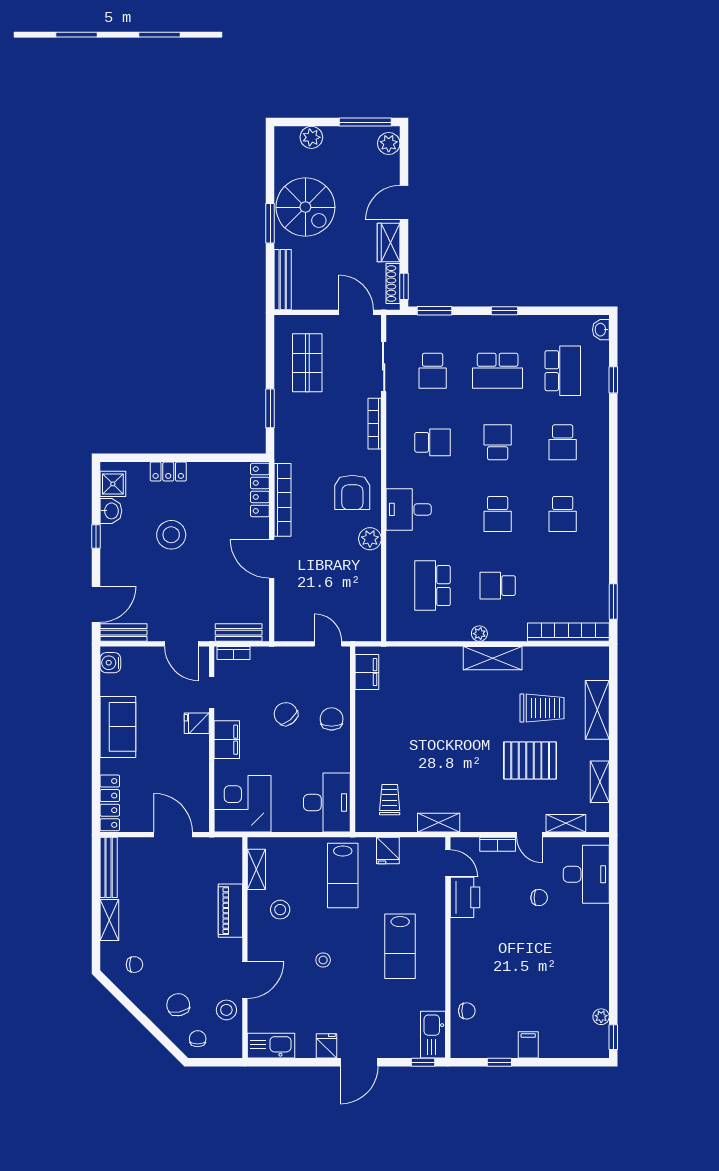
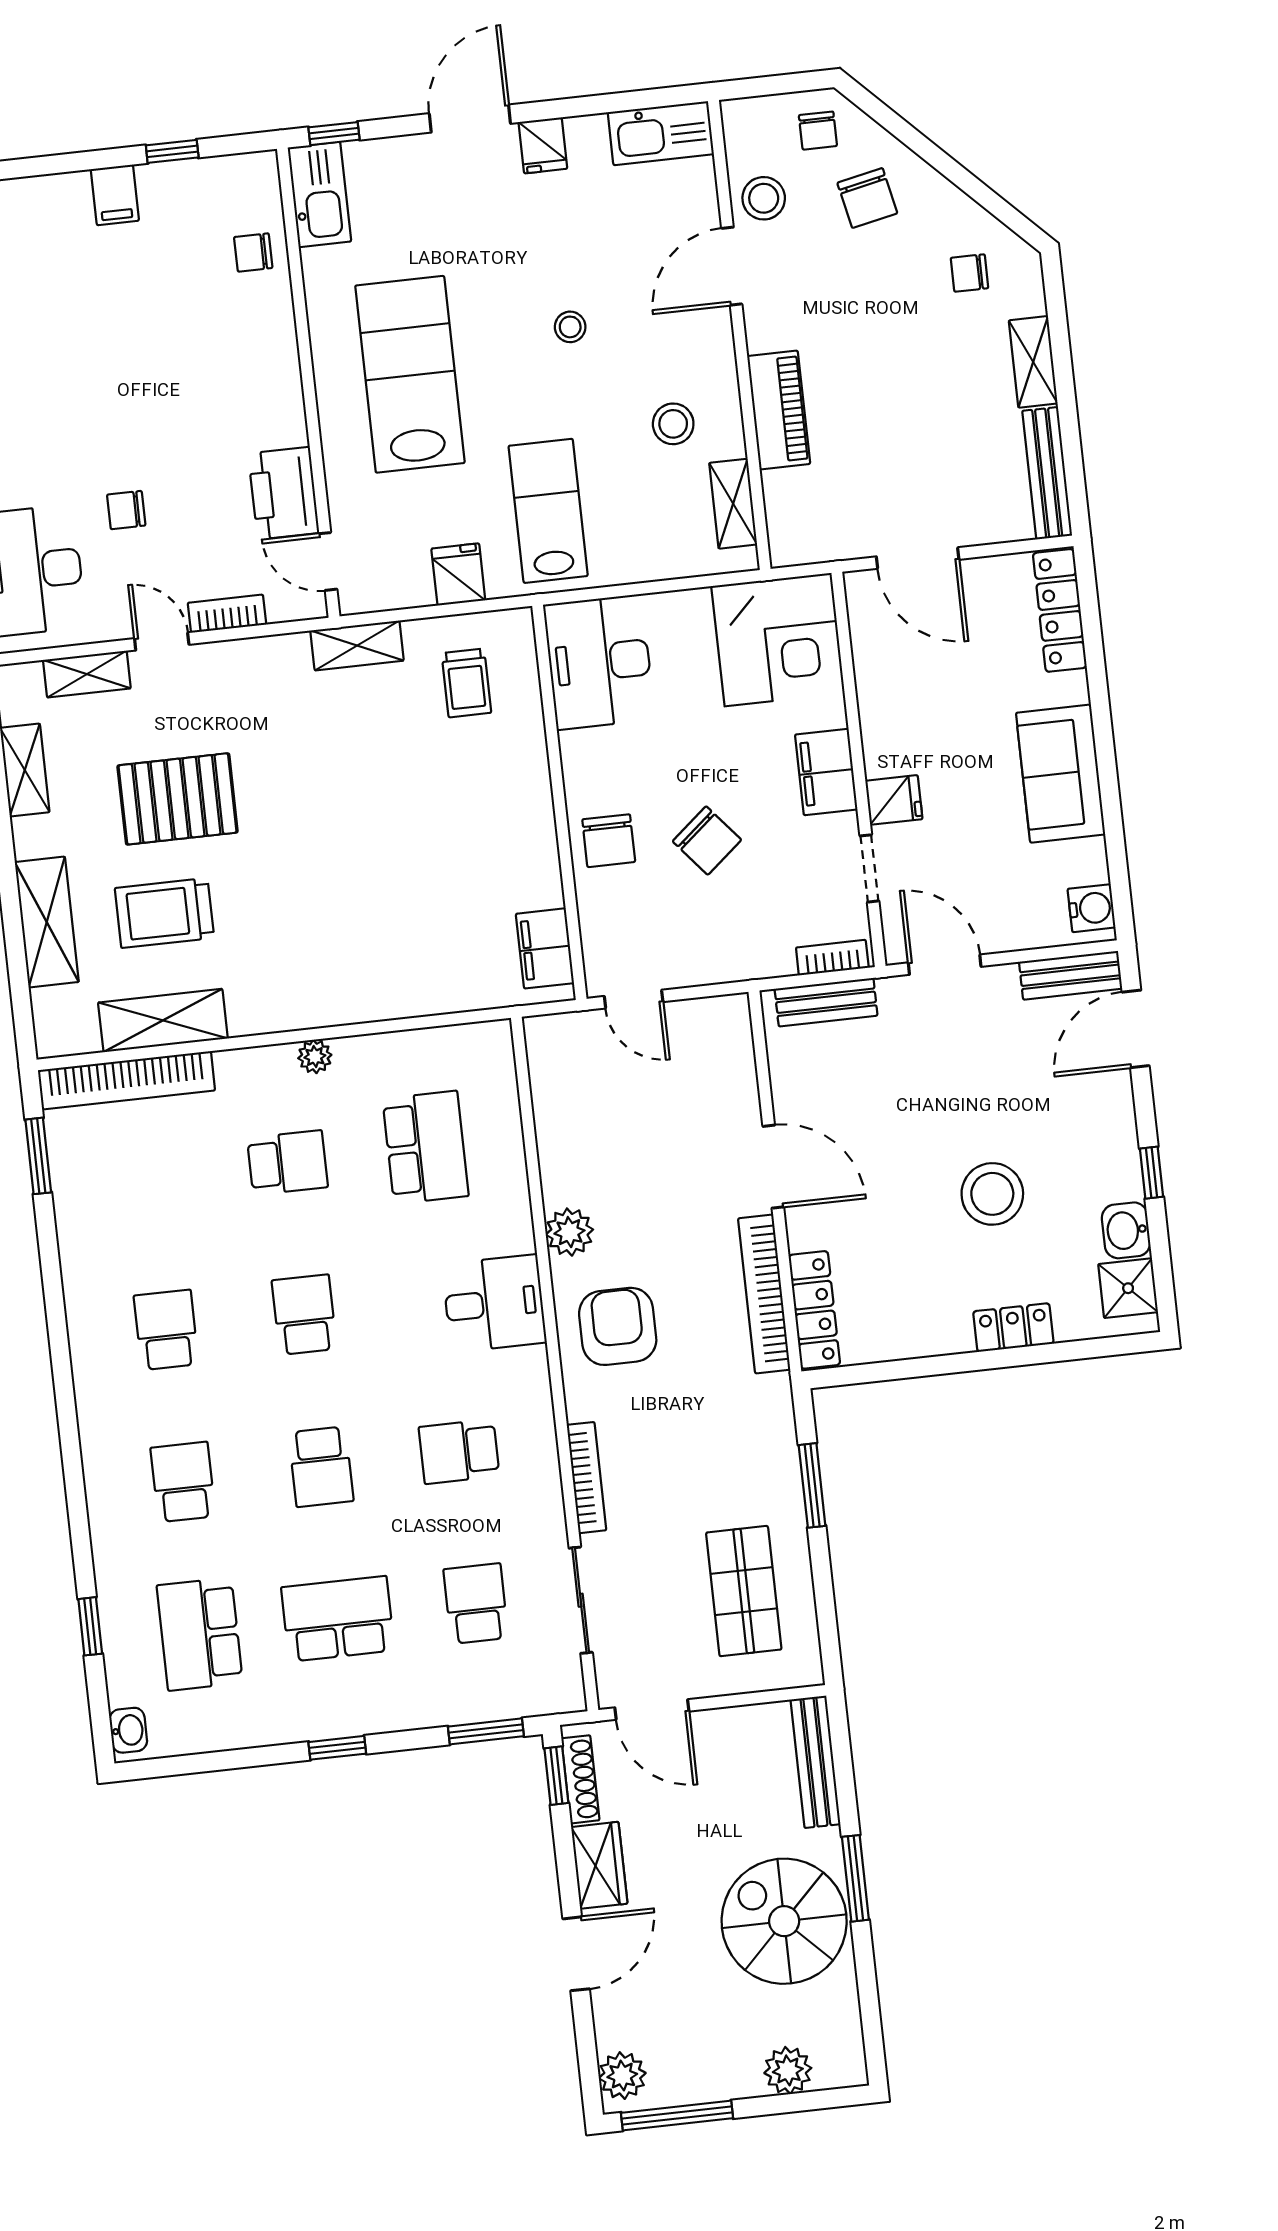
shelving: (493, 658) -> (163, 1020), moved
lab bench: (400, 946) -> (410, 374), width x1.36, depth x1.39

